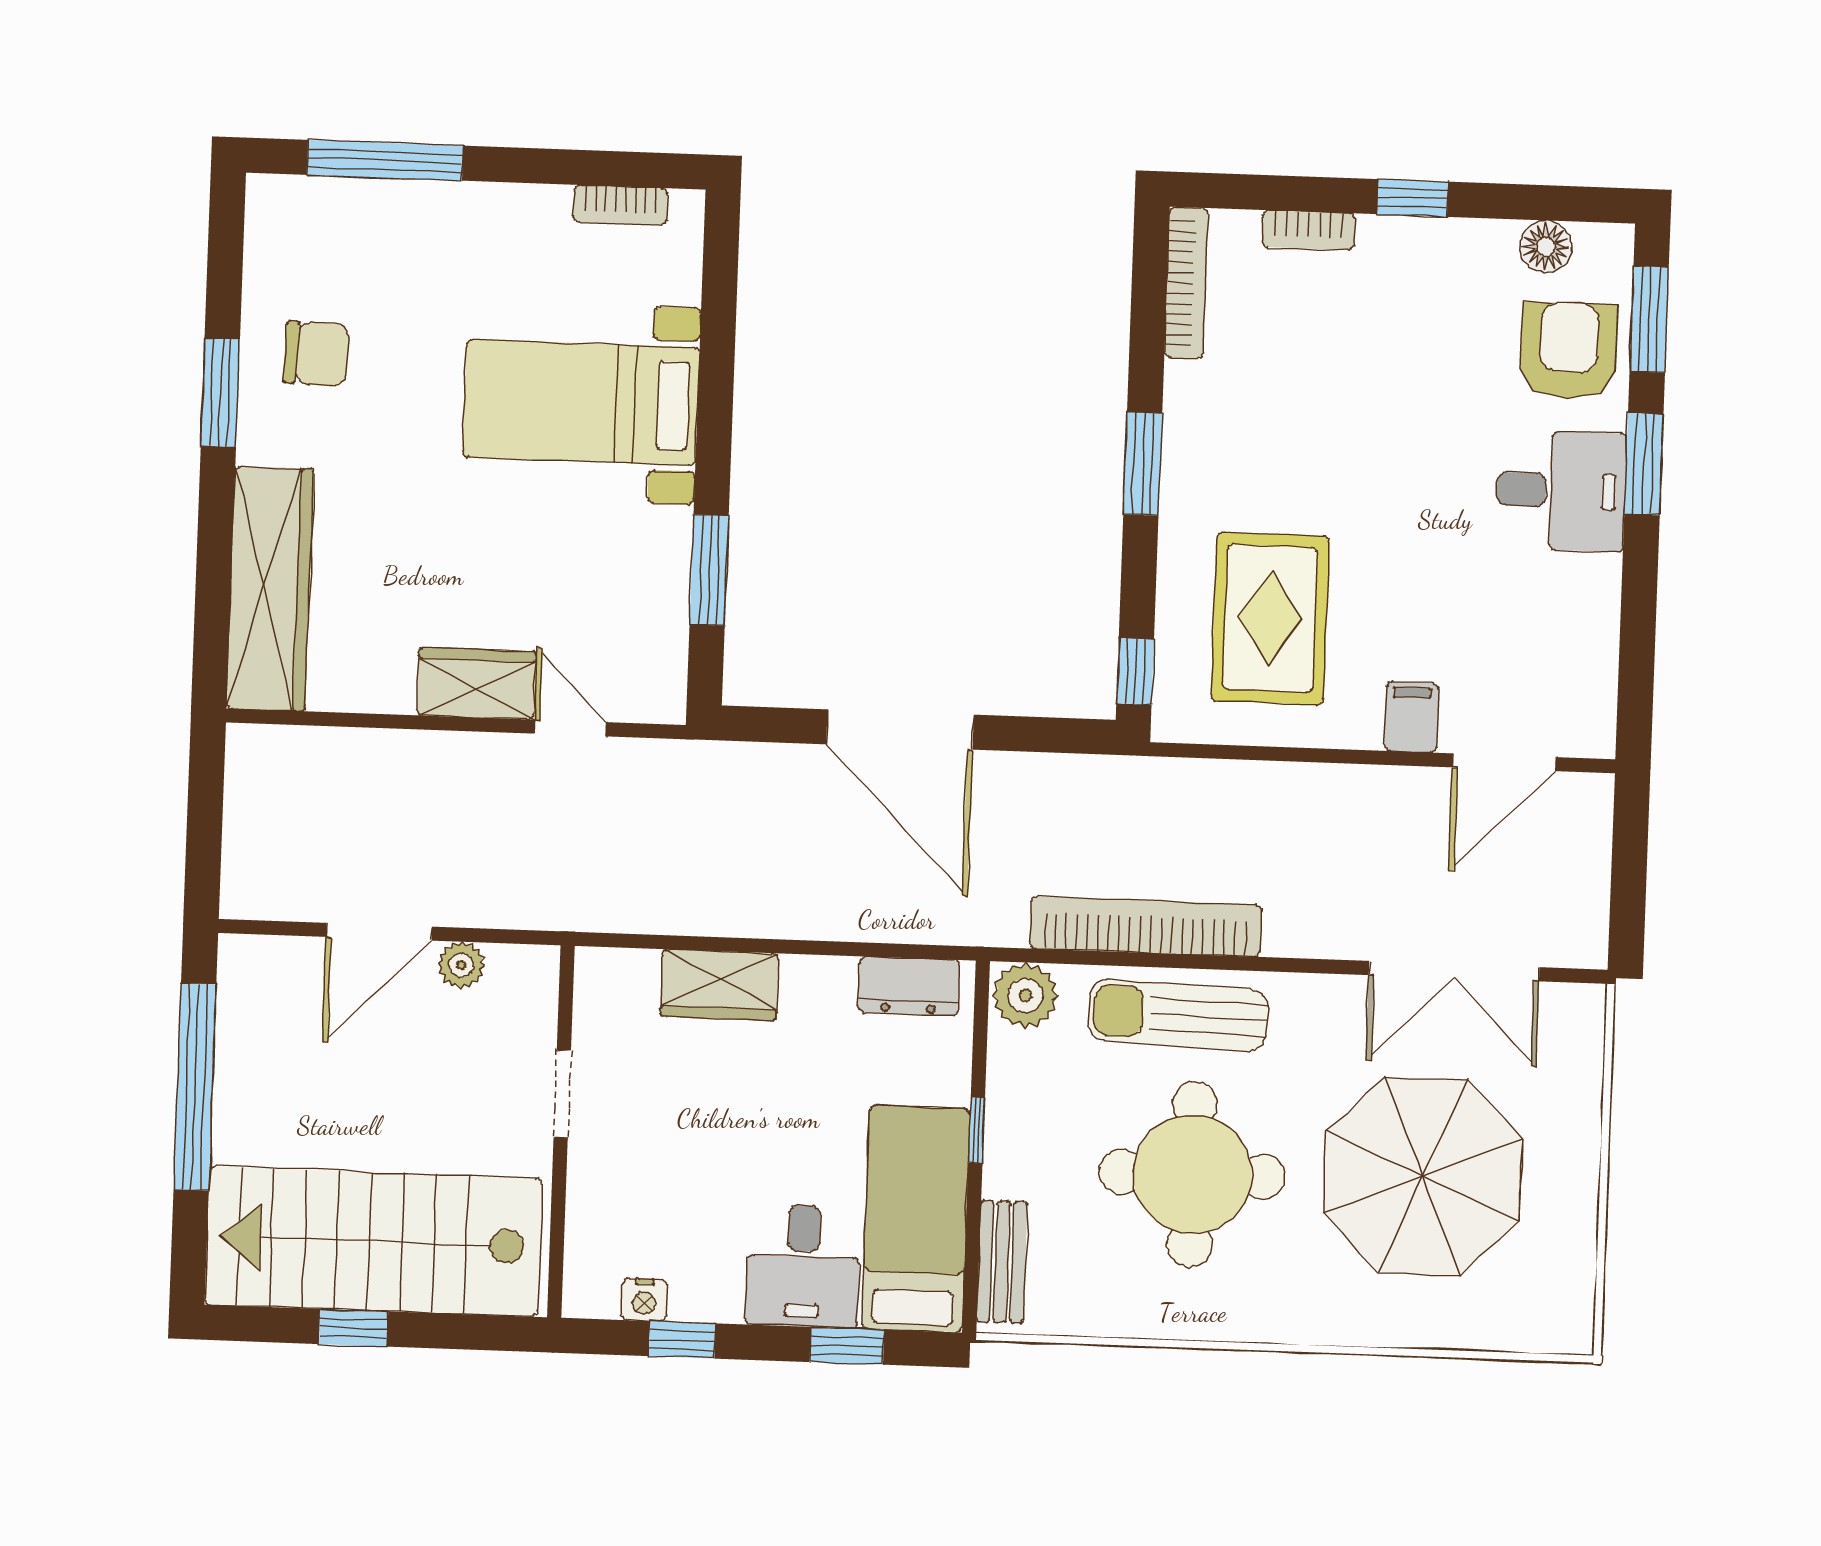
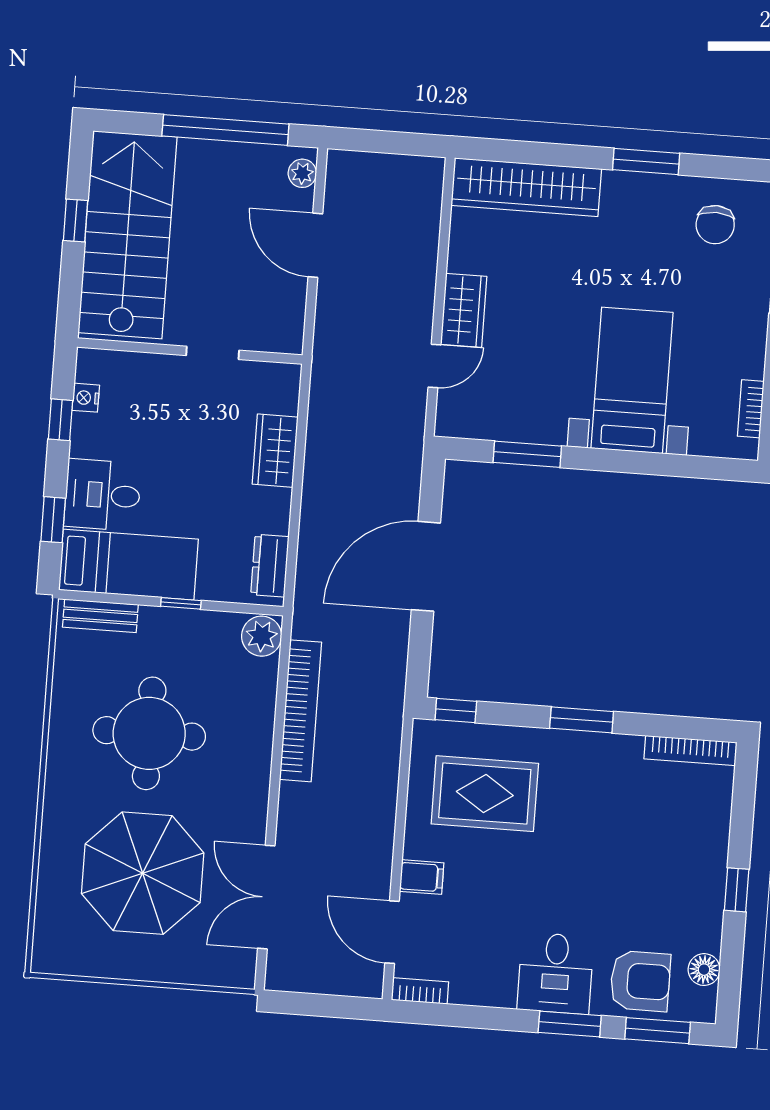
bookcase: (1308, 230) -> (420, 991), moved, turned 90
chair: (316, 354) -> (715, 225), moved
plant: (461, 965) -> (302, 173), moved
sun lounger: (1178, 1015) -> (246, 728), removed

